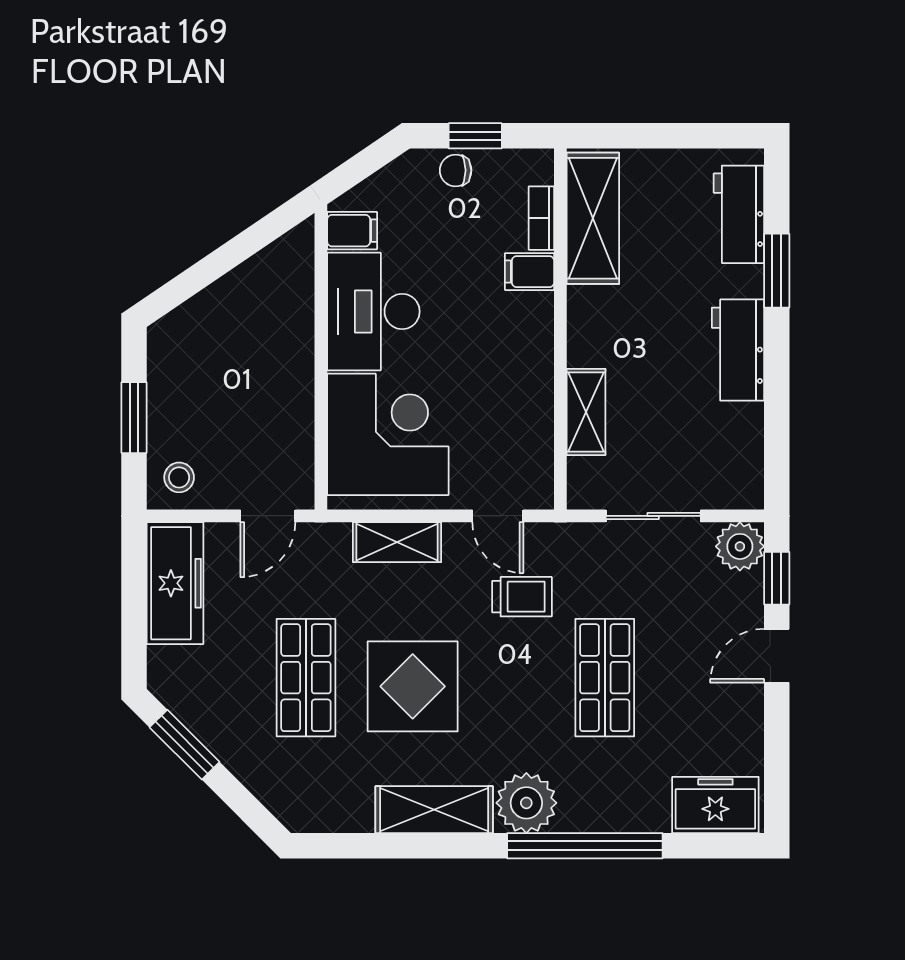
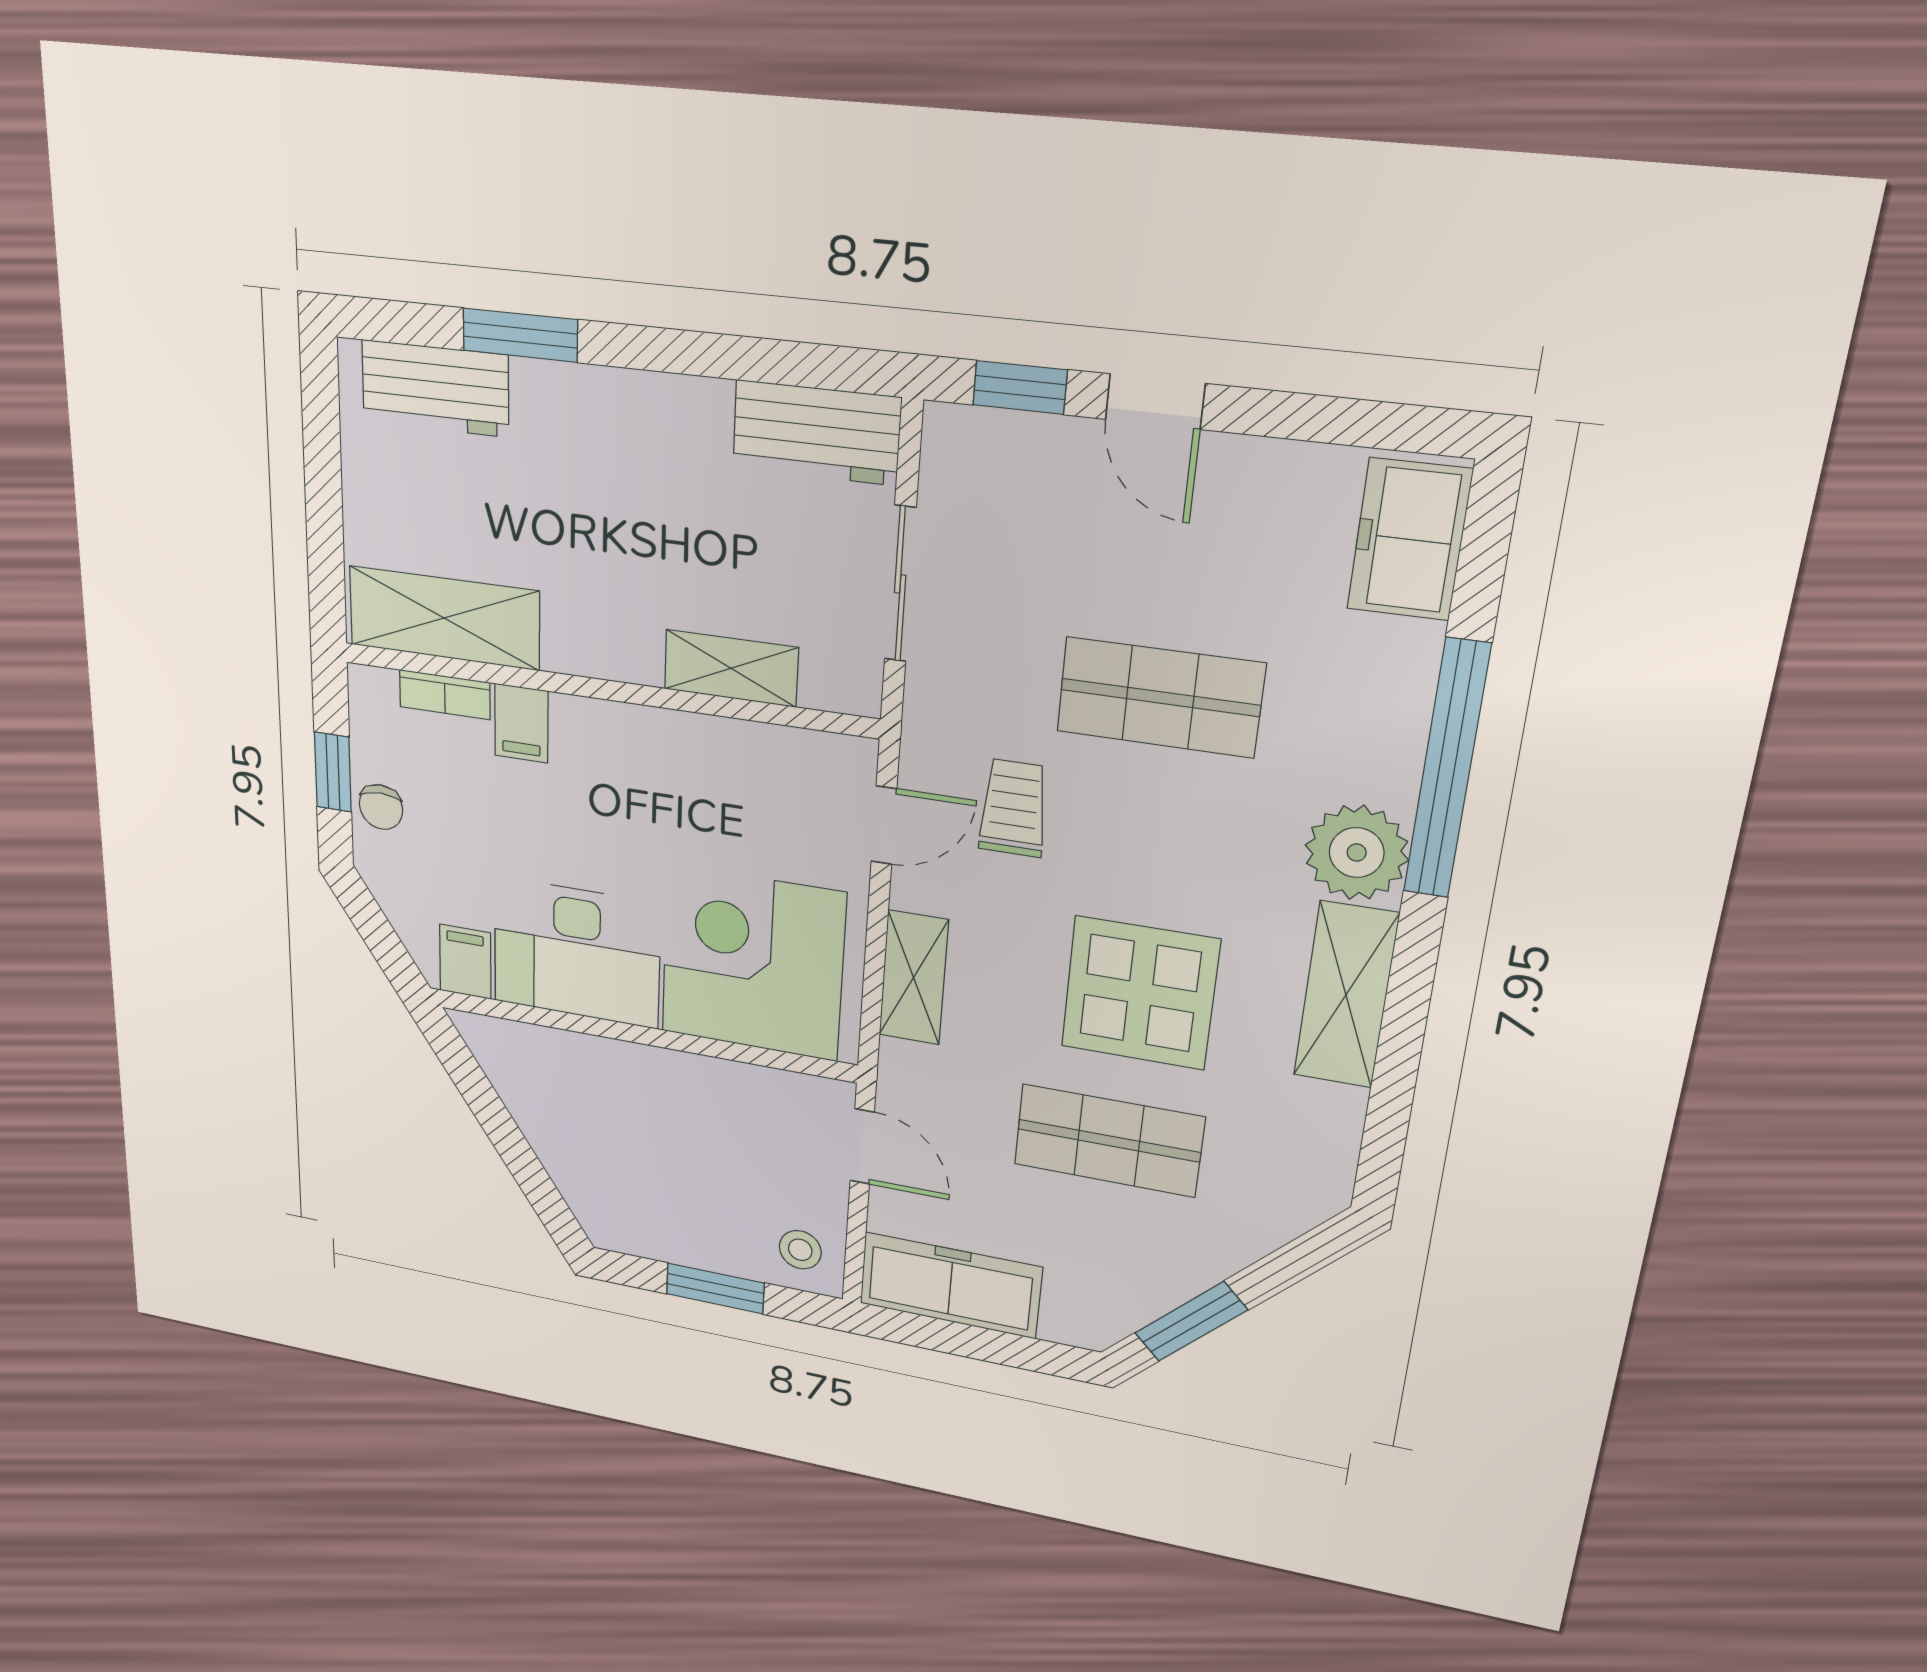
workbench: (738, 350) -> (816, 433), moved
plant: (740, 546) -> (961, 446), removed

